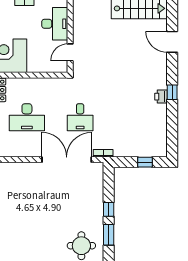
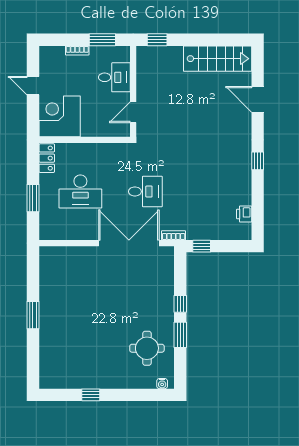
desk: (55, 24) -> (114, 77), width x0.73
printer: (161, 97) -> (244, 214), moved
desk: (80, 117) -> (145, 191), turned -90
window: (145, 162) -> (202, 246), moved

